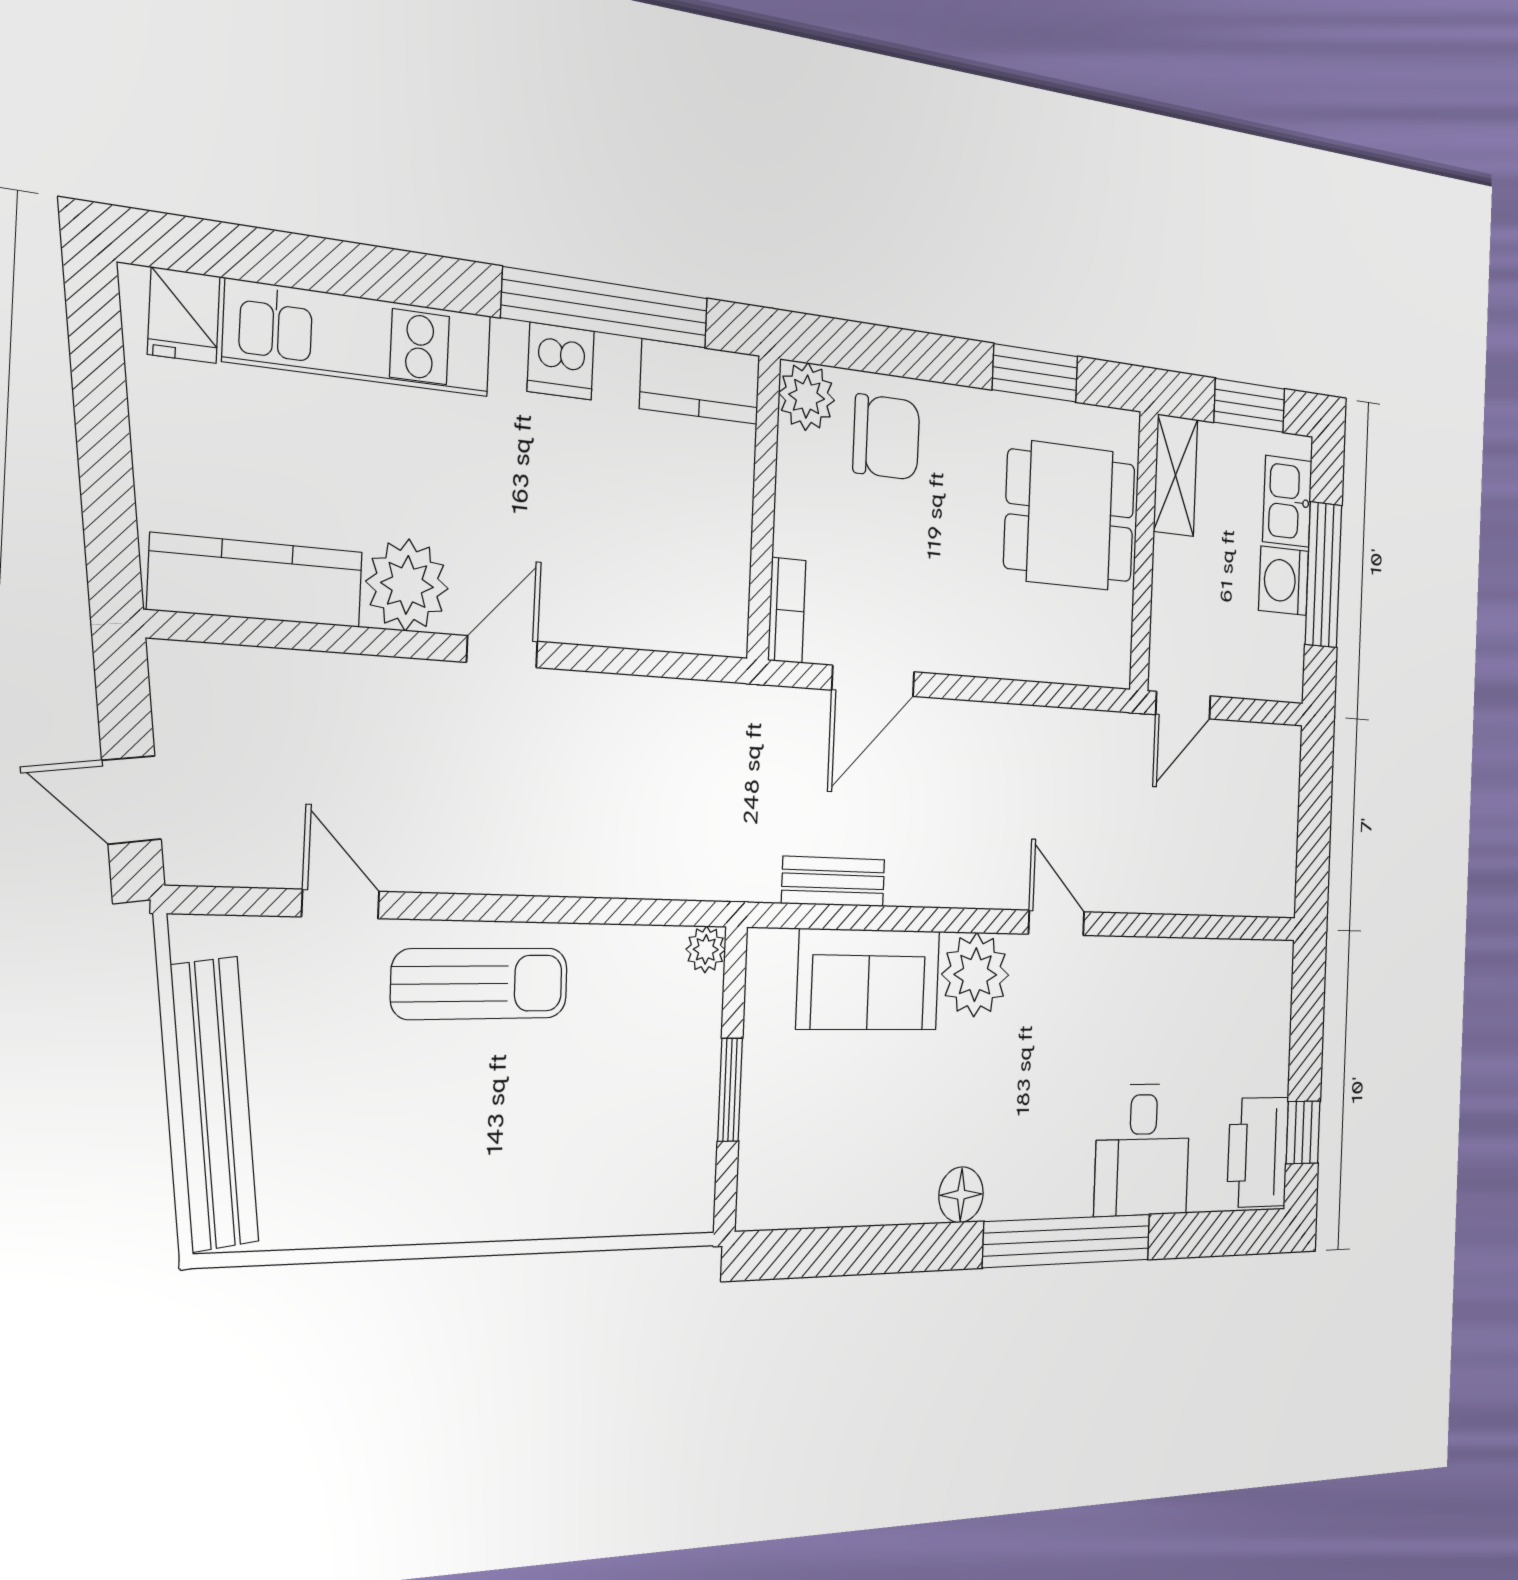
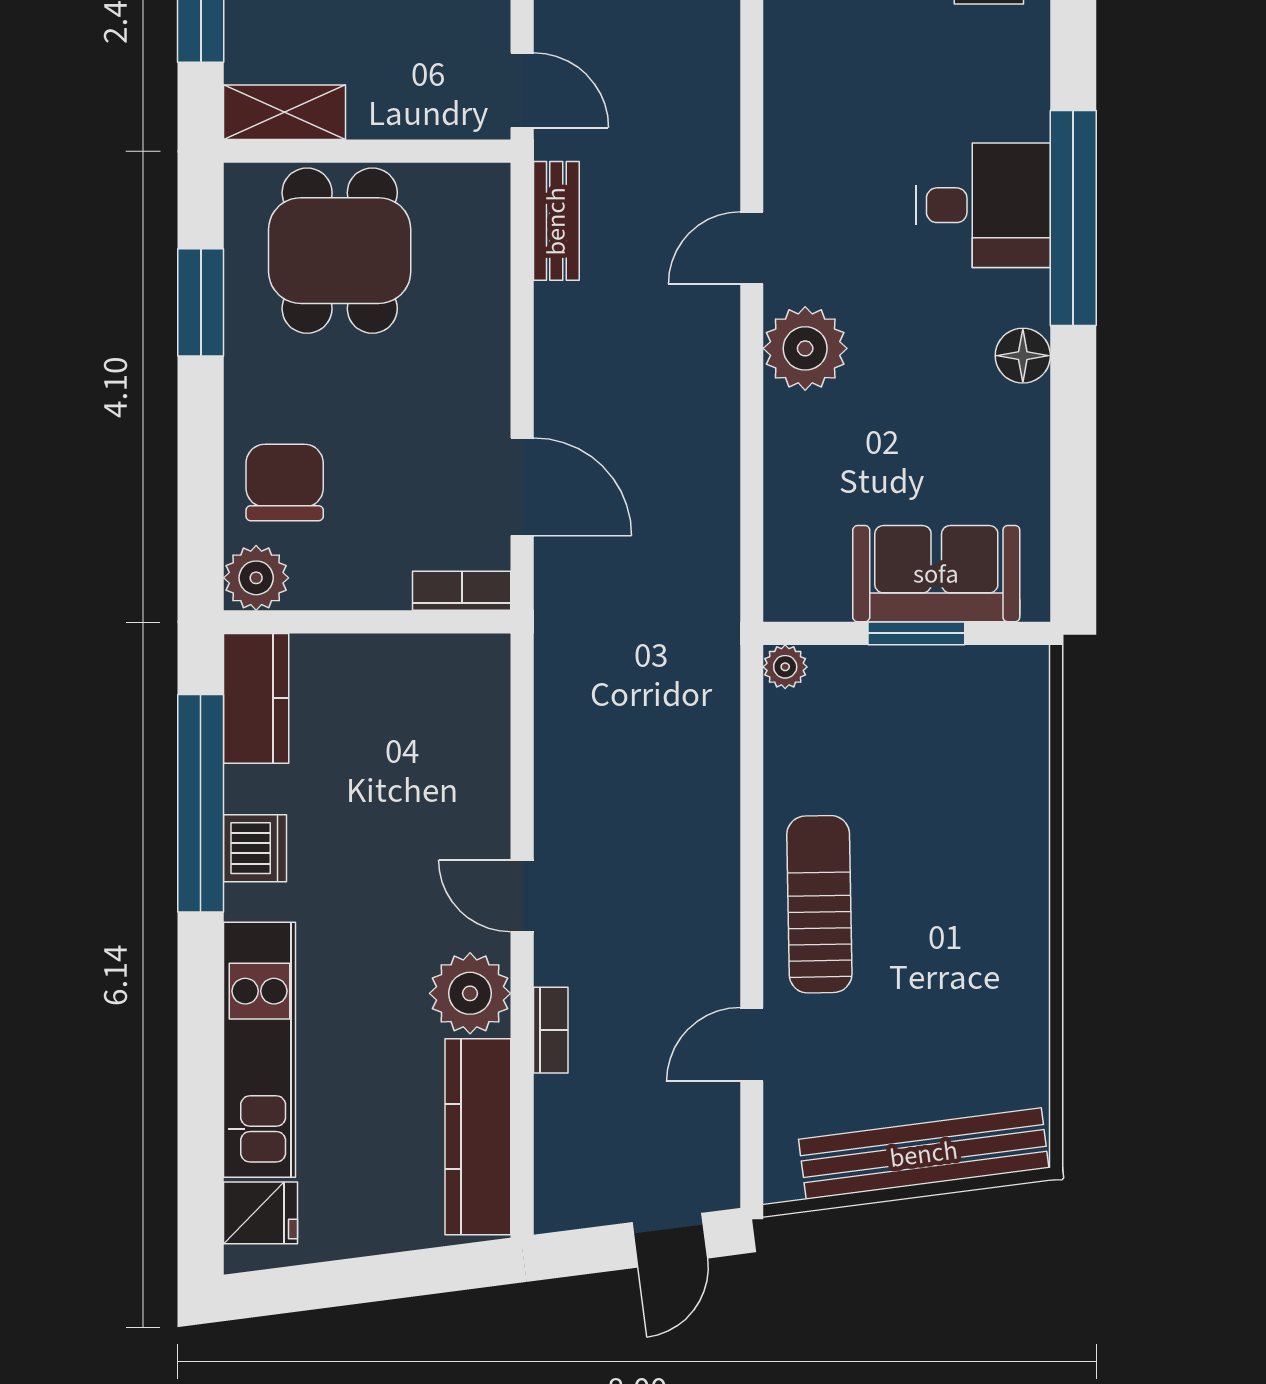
bookcase: (365, 674) -> (551, 1030), added
bench: (833, 881) -> (556, 221), moved
sofa: (869, 980) -> (936, 574), moved, turned -90
desk: (1143, 1150) -> (983, 205), moved

